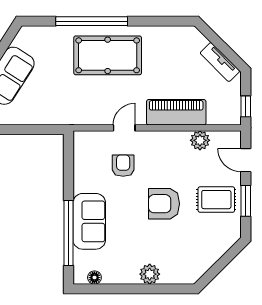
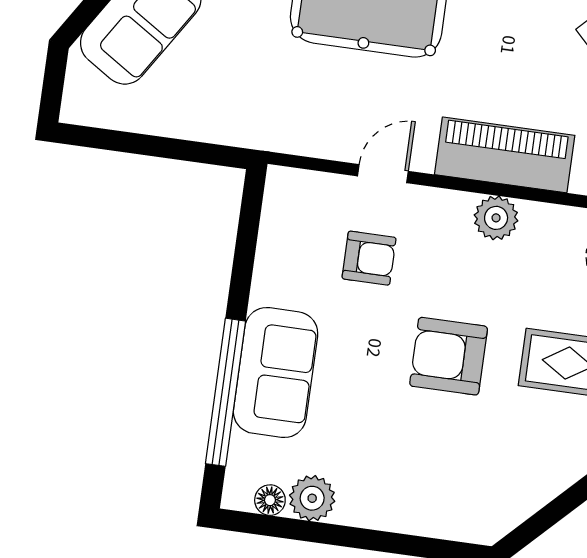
plant: (200, 140) -> (496, 218), moved
armchair: (123, 166) -> (369, 258), turned 90
plant: (150, 274) -> (312, 498), moved

